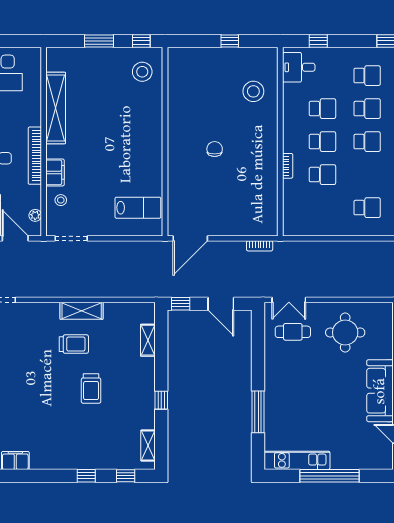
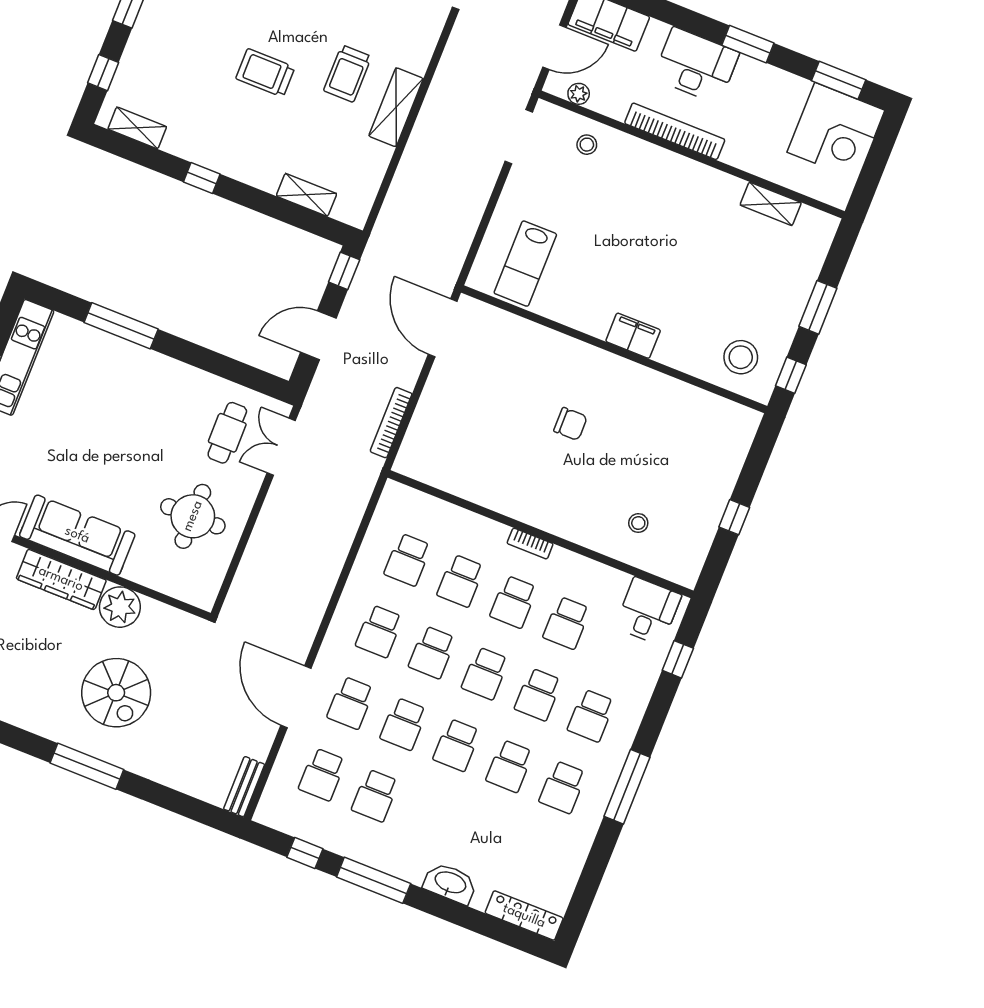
stool: (253, 91) -> (638, 523), width x0.53, depth x0.53
shelving: (56, 108) -> (771, 204), width x0.45, depth x0.75
bookcase: (288, 166) -> (530, 544), moved
filing cabinet: (55, 172) -> (633, 336), moved, turned 180
school desk: (367, 175) -> (432, 652), added
school desk: (322, 208) -> (408, 560), added
bookcase: (260, 246) -> (391, 423), width x1.56

